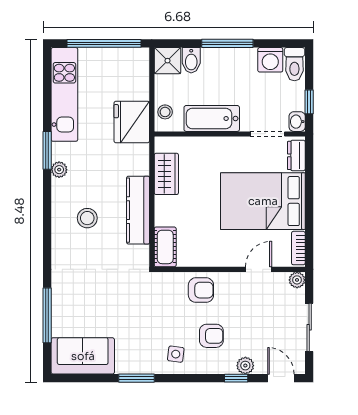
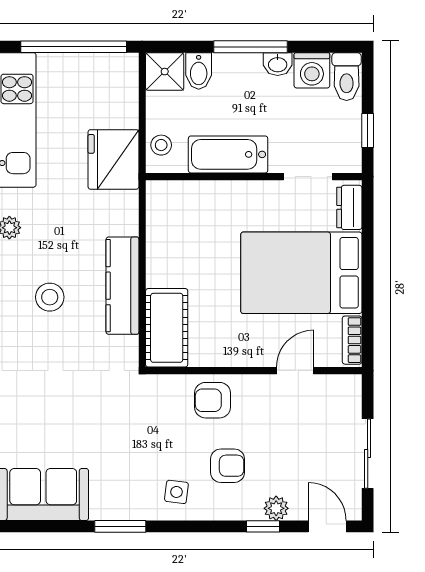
washbasin: (297, 122) -> (278, 64), moved, turned -90
wardrobe: (166, 174) -> (163, 234), removed
cot: (165, 247) -> (167, 328), width x1.37, depth x1.34
plant: (297, 280) -> (350, 386), removed
armchair: (201, 290) -> (213, 400), turned 180

